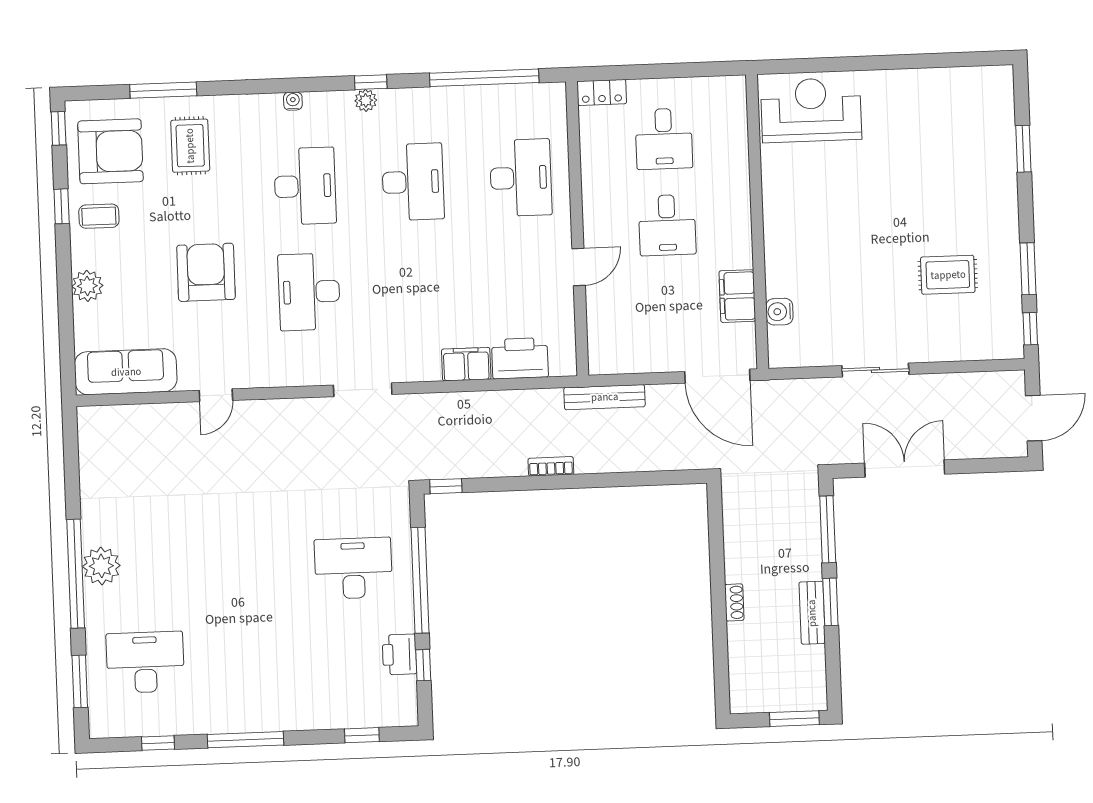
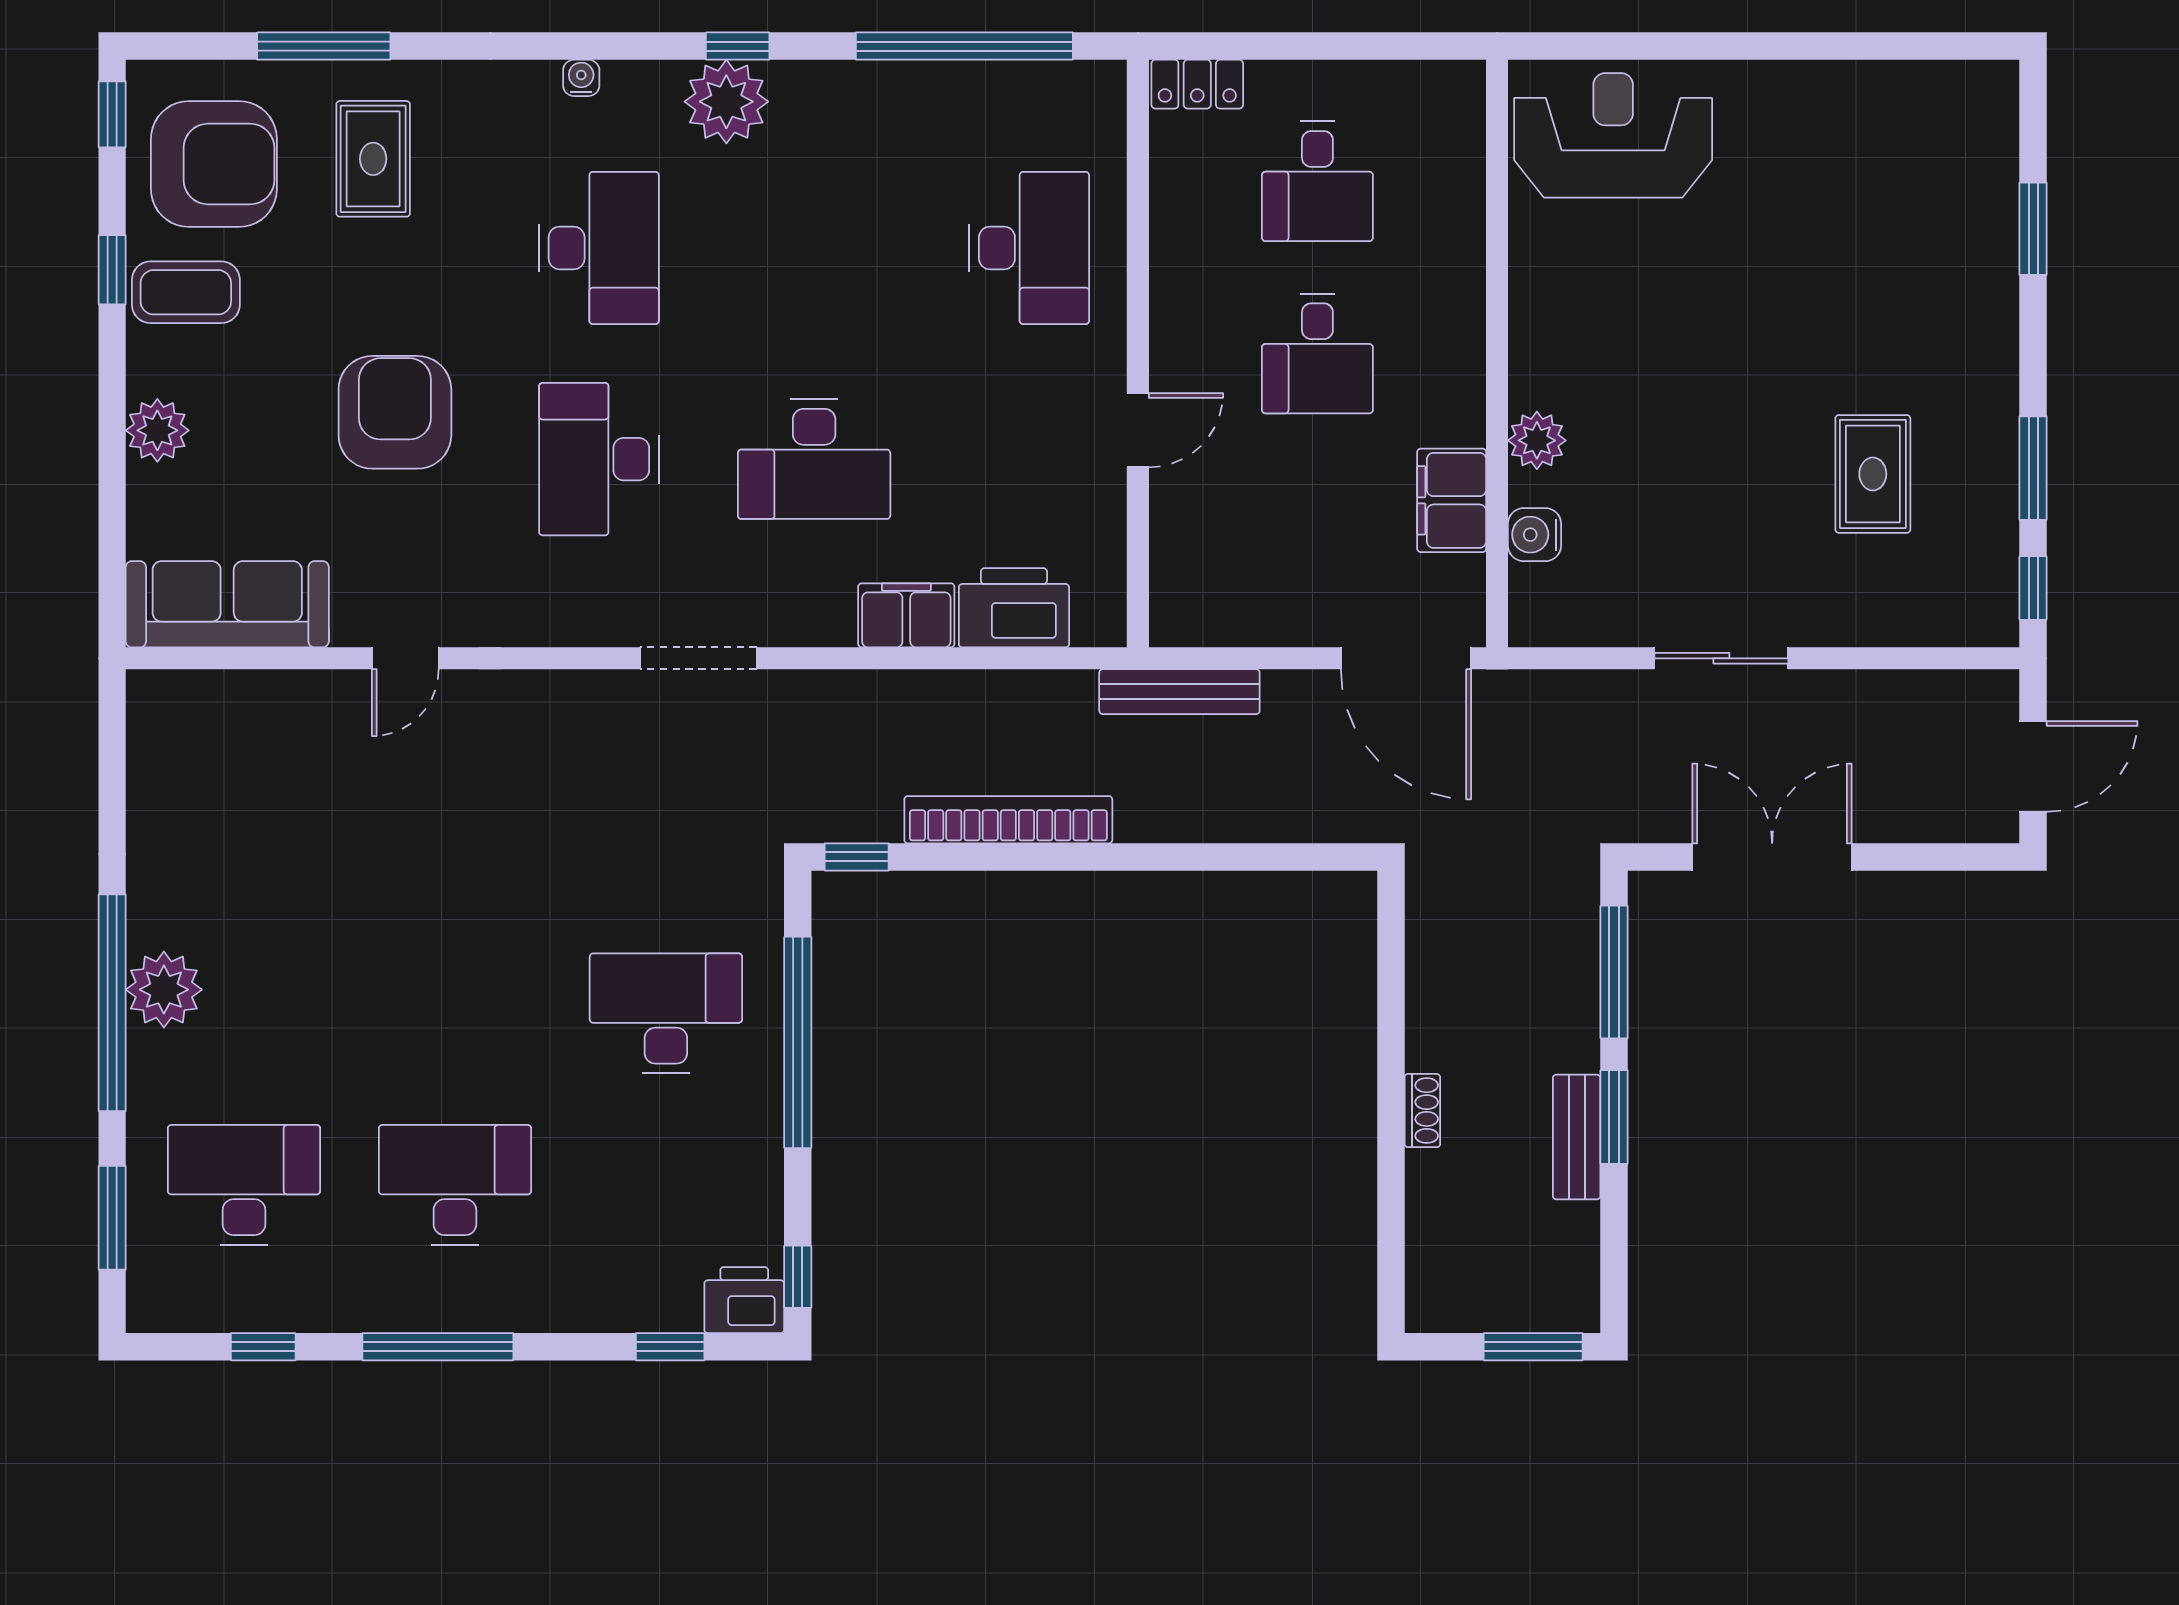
plant: (366, 100) -> (726, 102), width x1.88, depth x1.88
desk: (413, 182) -> (814, 459), moved, turned 90
coffee table: (99, 216) -> (186, 292), width x1.36, depth x1.30
plant: (779, 264) -> (1537, 440), added
rug: (948, 275) -> (1873, 474), turned 90
bookcase: (551, 466) -> (1008, 820), width x2.31, depth x1.31
printer: (399, 654) -> (744, 1300), moved, turned 90
desk: (251, 658) -> (455, 1185), added
window: (423, 665) -> (798, 1277), moved

